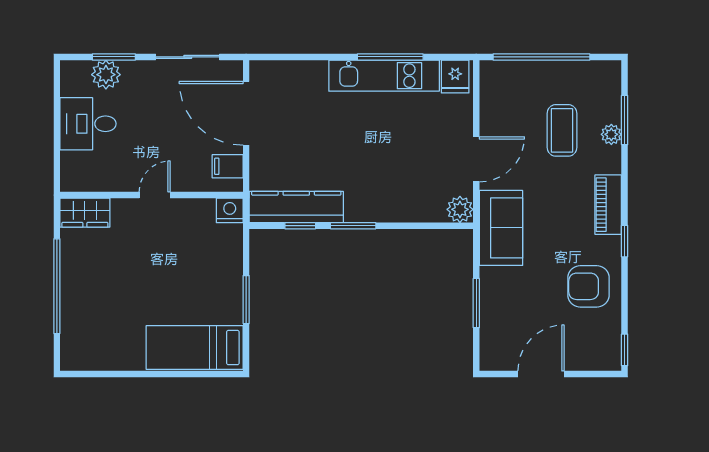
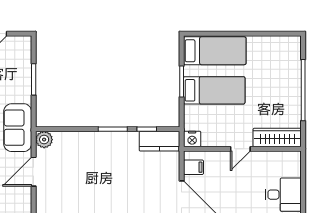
kitchen counter: (296, 207) -> (159, 141), width x0.67
wardrobe: (85, 213) -> (277, 137), width x1.50
bed: (195, 286) -> (214, 90), added

